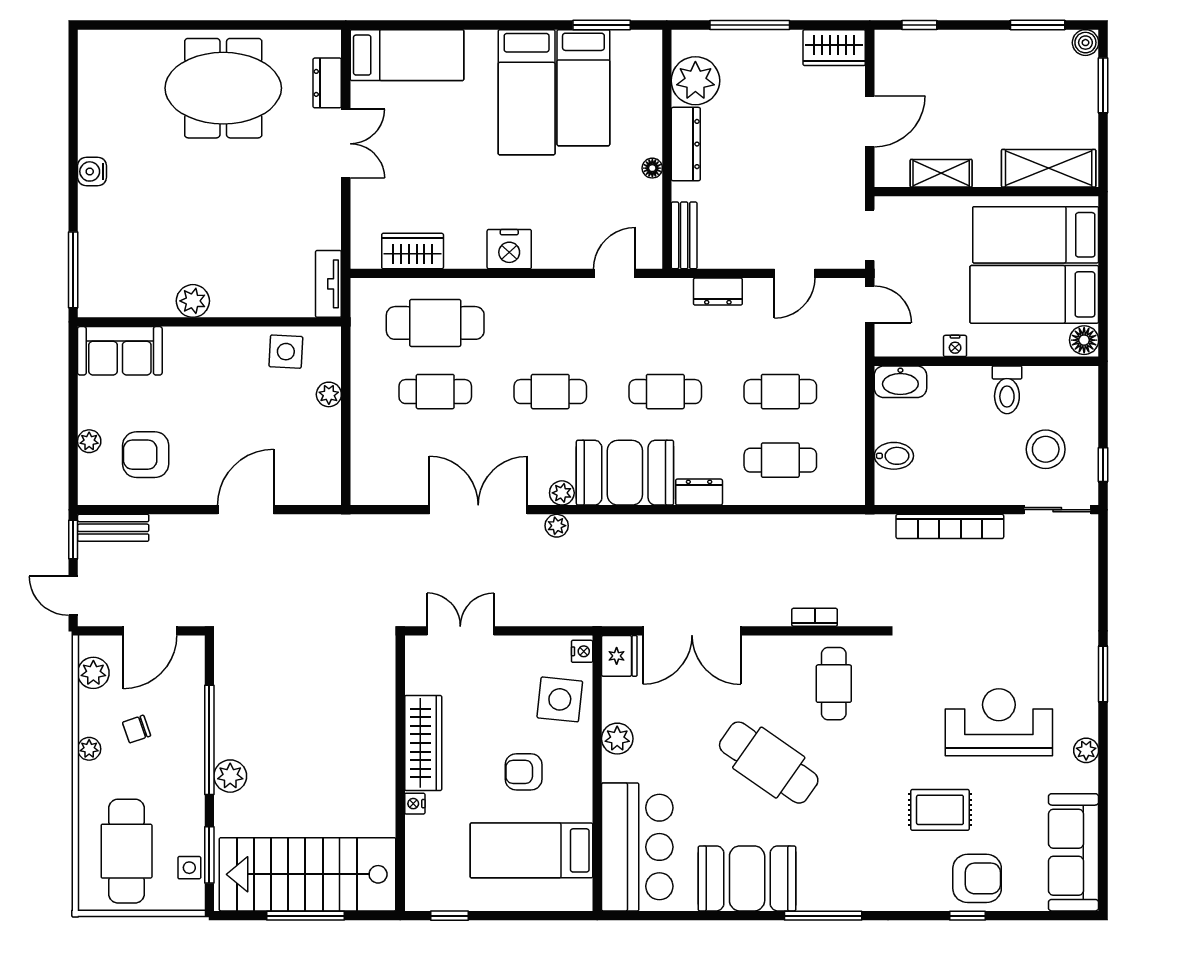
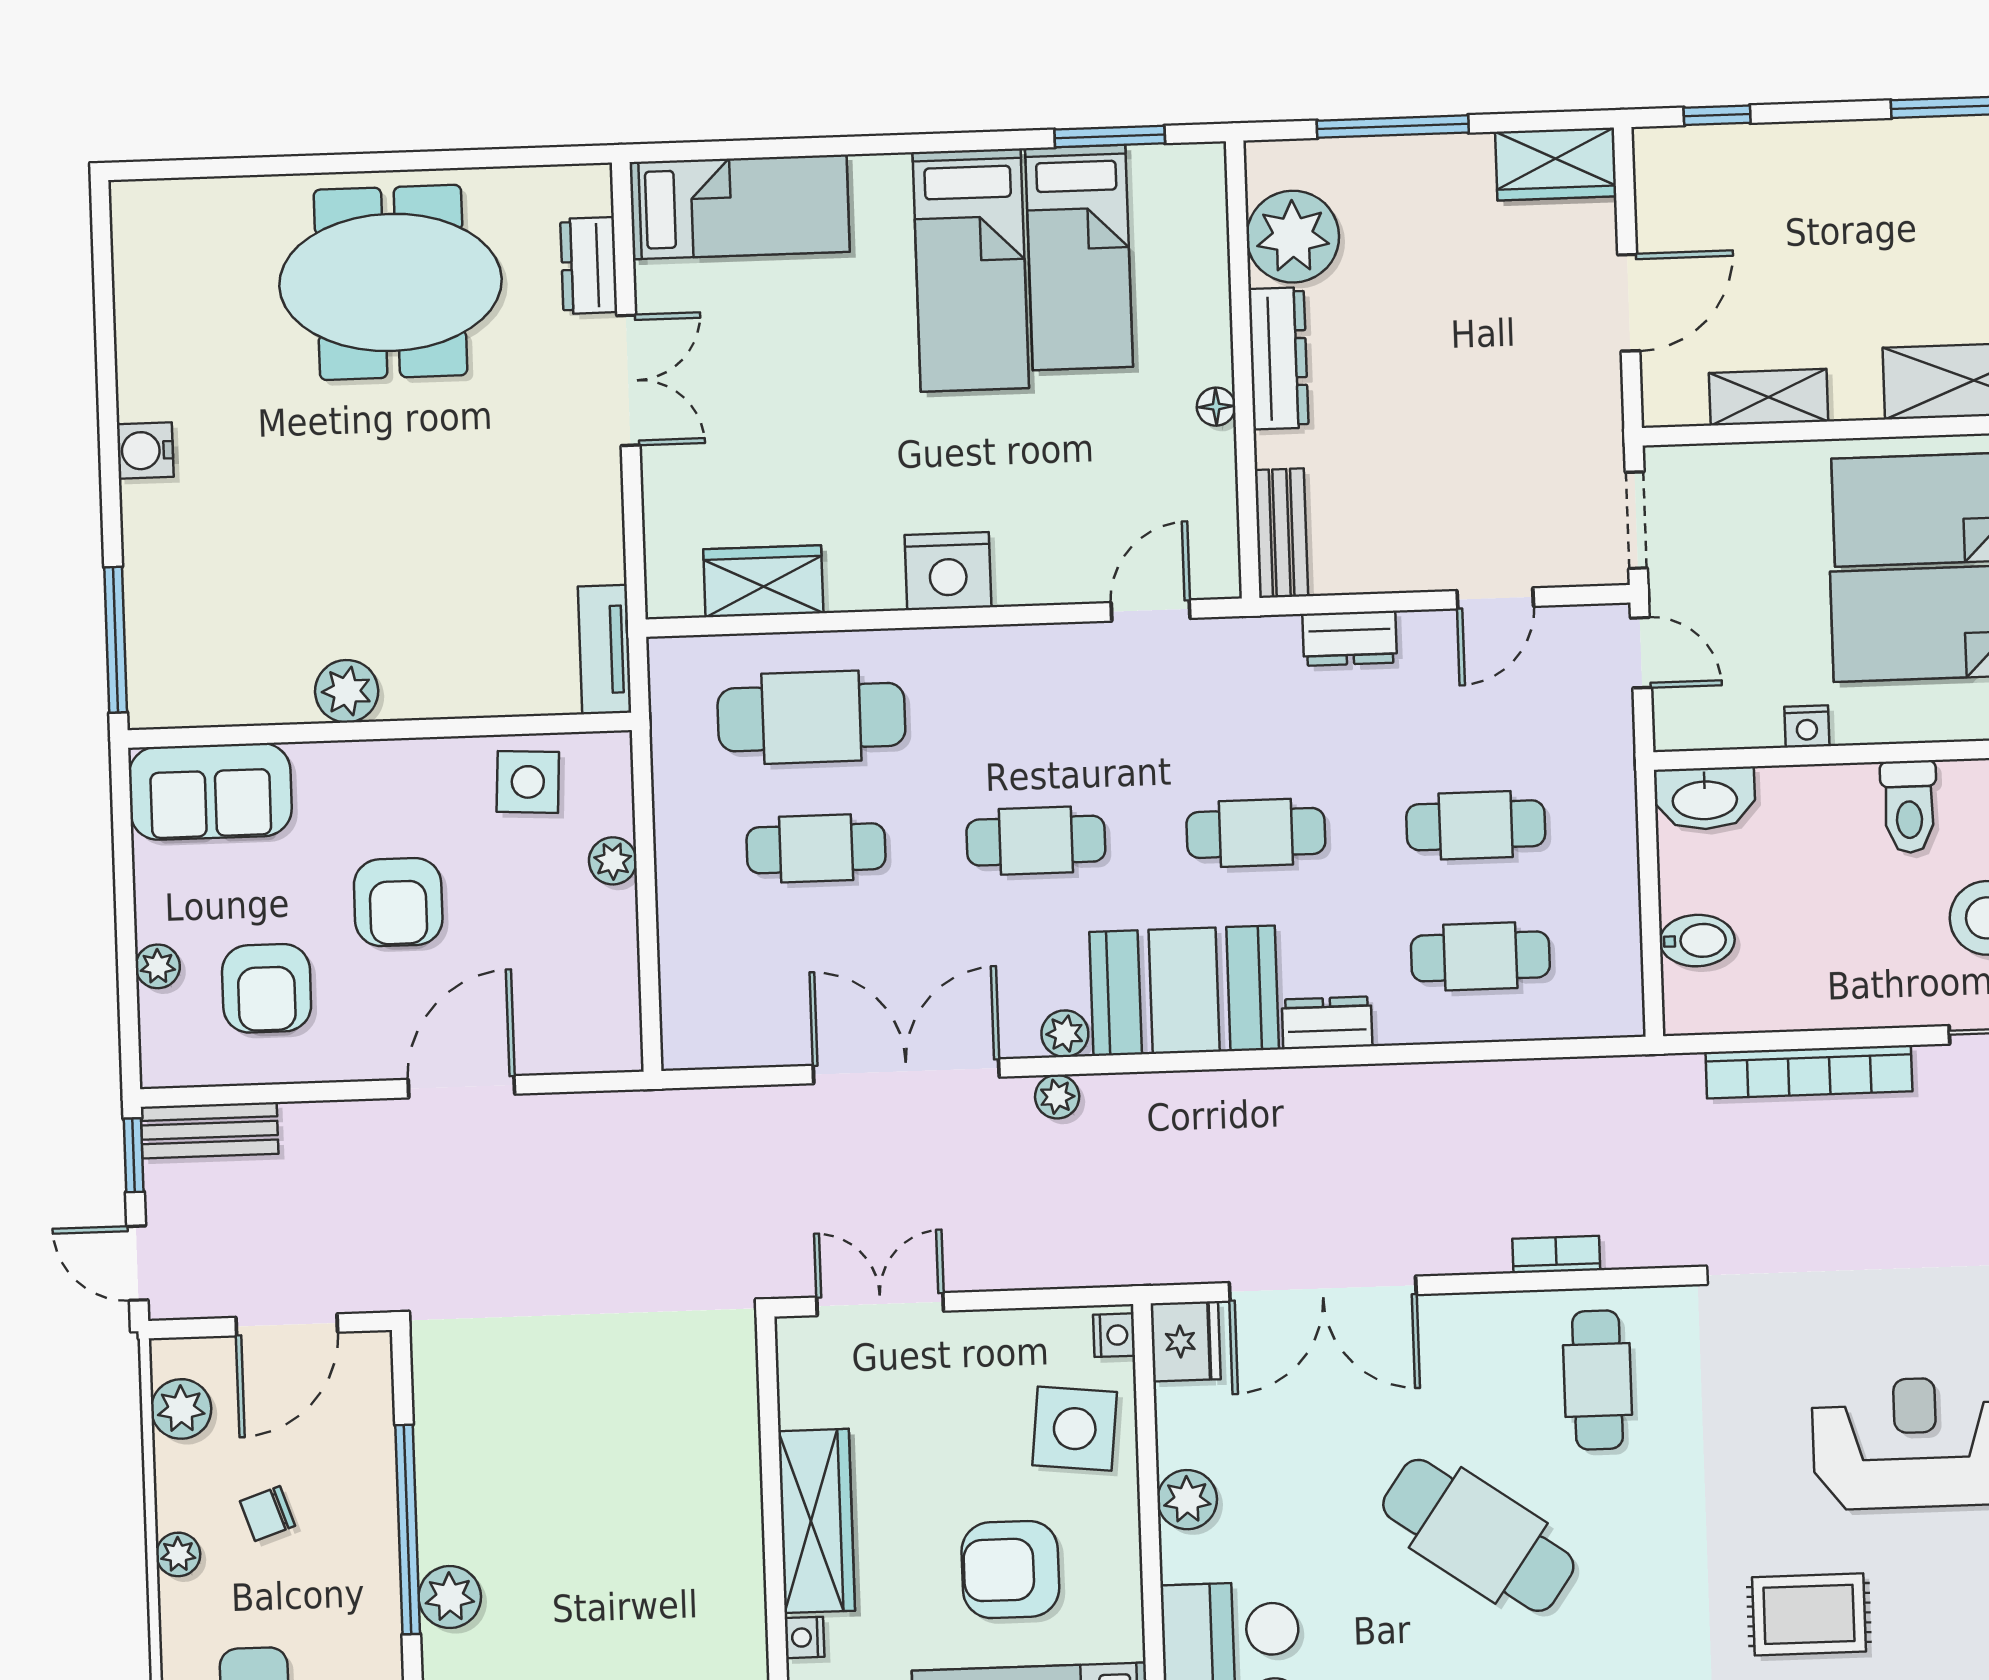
armchair: (216, 412) -> (398, 902), added
armchair: (146, 455) -> (267, 988), turned -90
armchair: (524, 772) -> (1010, 1570), width x1.38, depth x1.38

